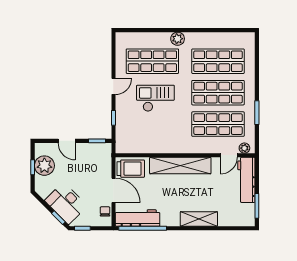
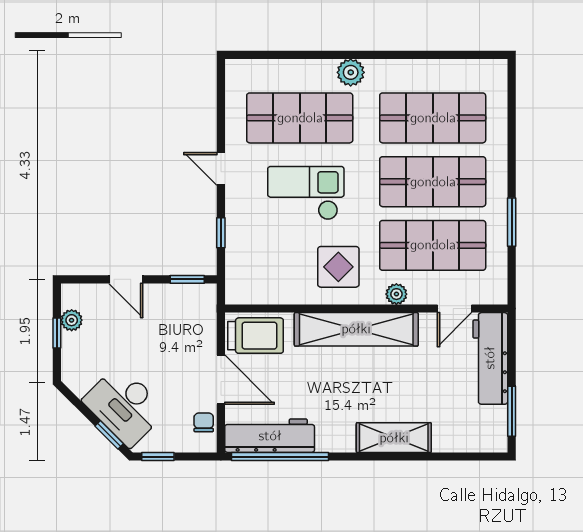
door: (113, 86) -> (221, 169), swing flipped
display table: (171, 135) -> (338, 267), added
plant: (244, 148) -> (396, 294), moved
plant: (44, 166) -> (72, 320), width x0.53, depth x0.53

